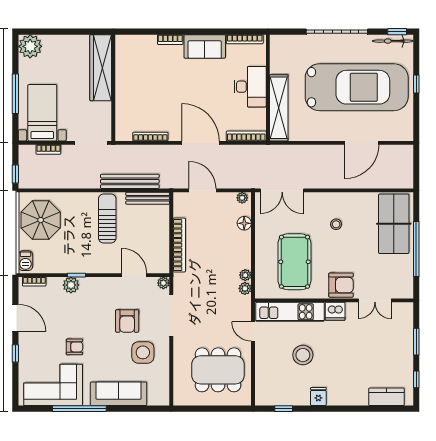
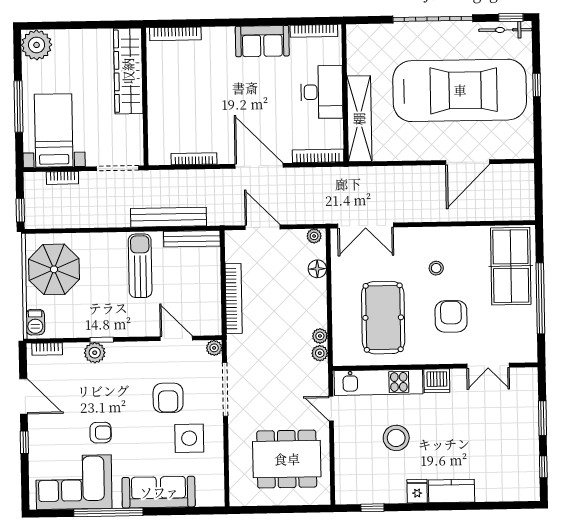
bookcase: (170, 40) -> (175, 34), moved, width x1.56
armchair: (341, 285) -> (451, 316), moved, turned -90
kitchen counter: (386, 397) -> (451, 491), moved

